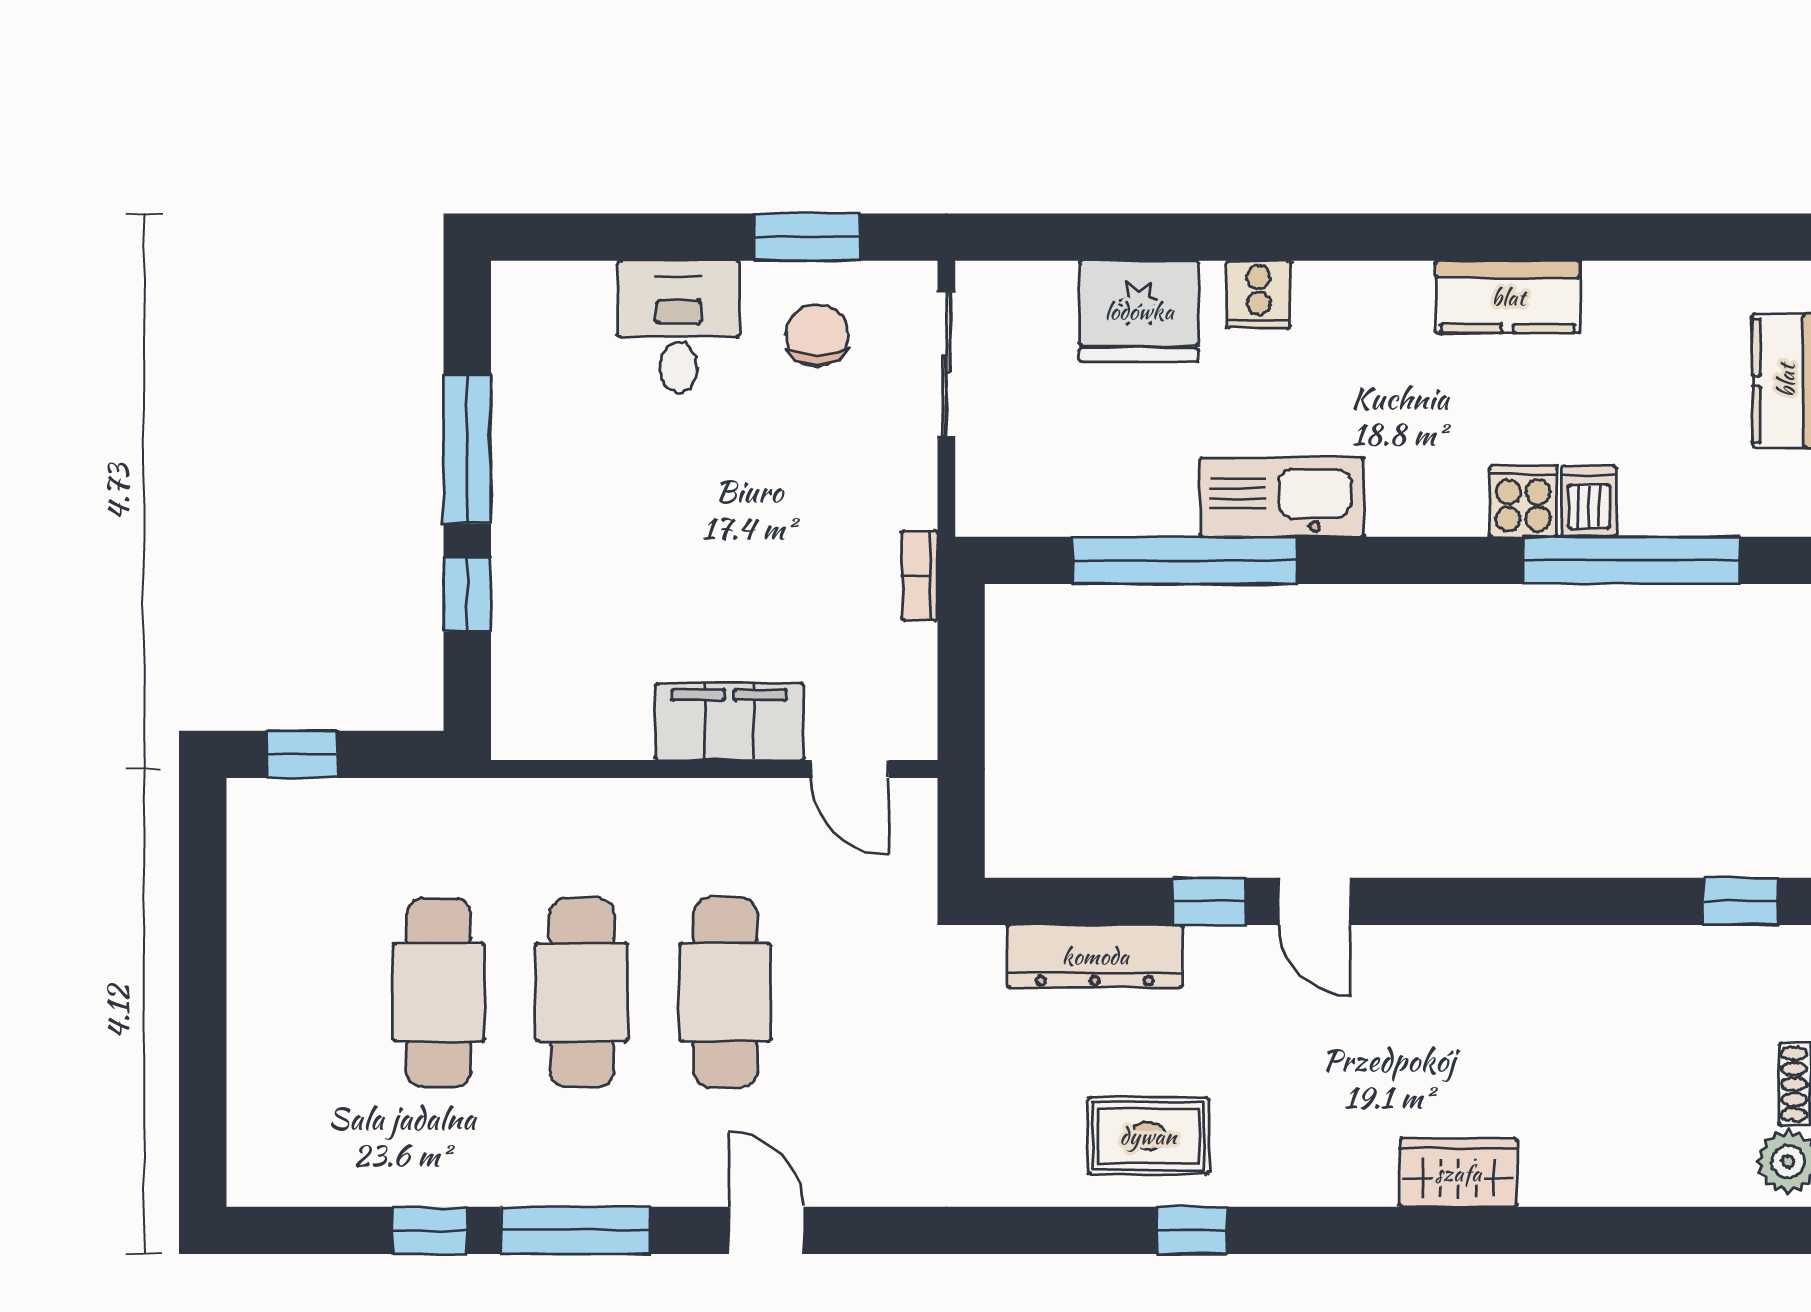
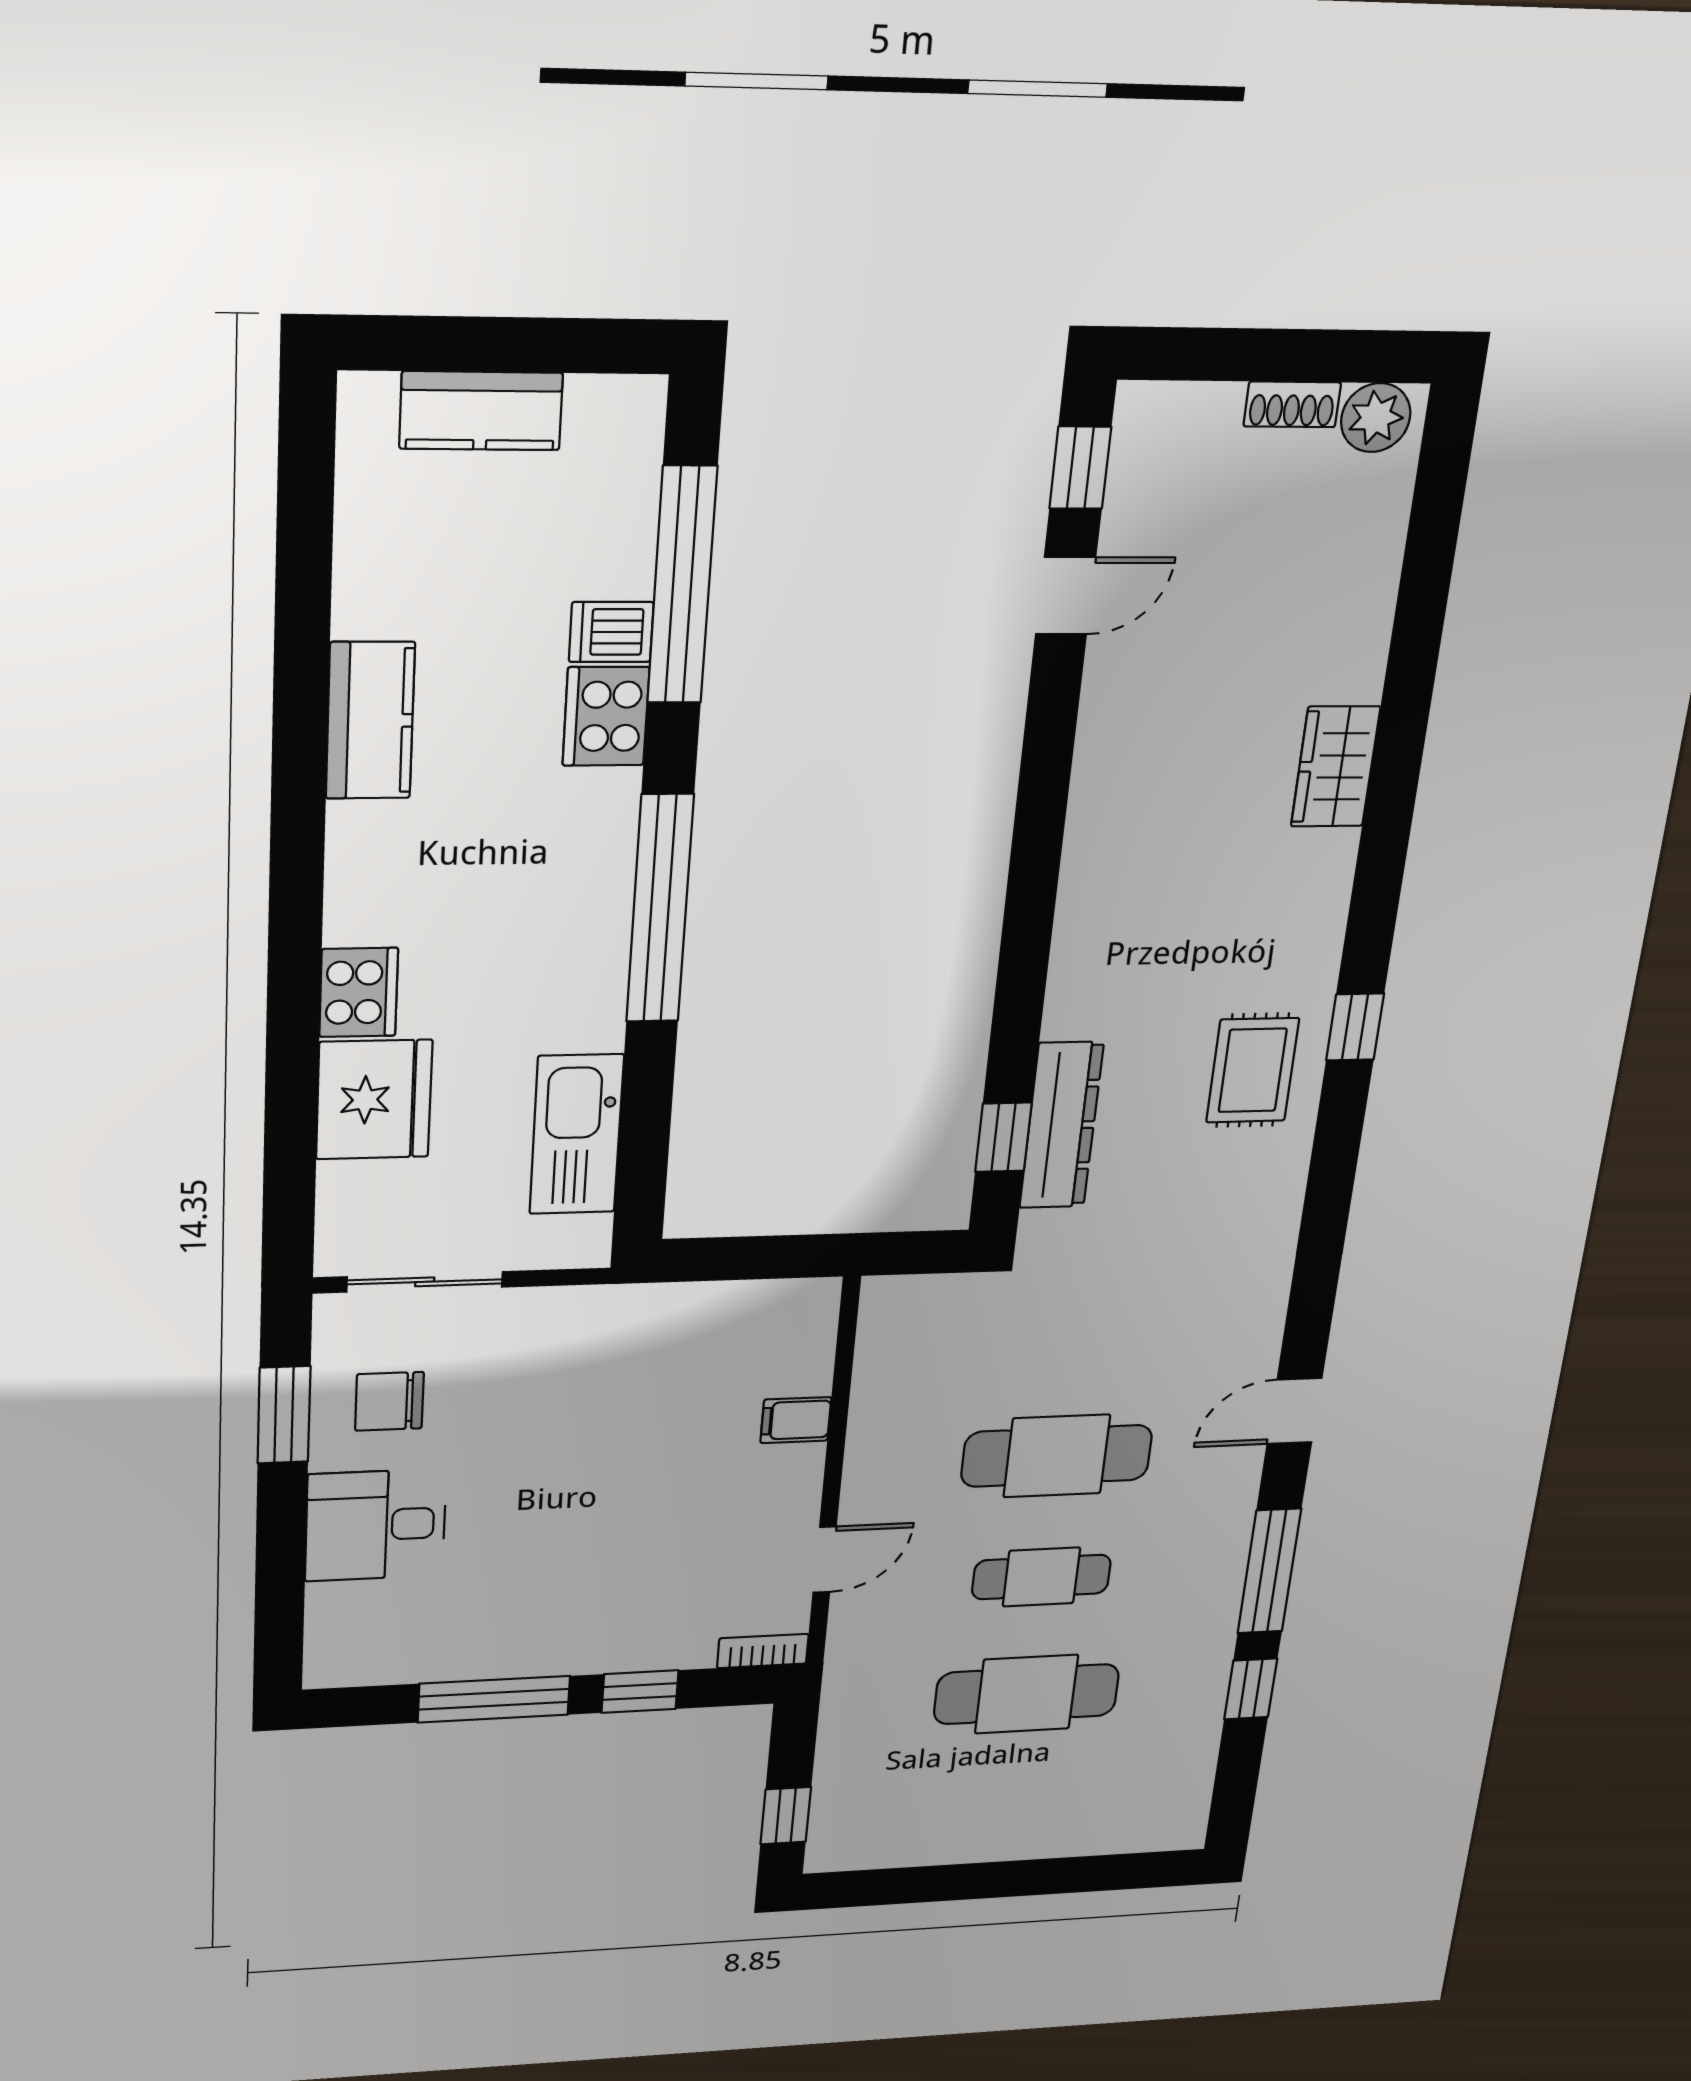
cooker: (1259, 294) -> (359, 992), width x1.36
kitchen sink: (1282, 497) -> (577, 1134), moved
cooker: (1523, 501) -> (606, 716), width x1.36
window: (1184, 560) -> (660, 909), moved
bookcase: (919, 576) -> (763, 1651), moved, turned 180
filing cabinet: (729, 722) -> (796, 1420), width x0.33, depth x0.86
door: (850, 769) -> (825, 1560), moved
window: (1209, 901) -> (1003, 1137), moved
door: (1315, 901) -> (1066, 596), moved
cafe table: (582, 992) -> (1041, 1577), width x0.73, depth x0.74

